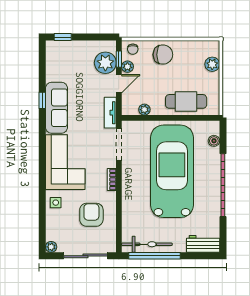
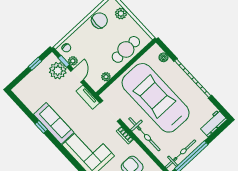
window: (63, 37) -> (35, 64), moved
chair: (163, 55) -> (99, 21), moved
bicycle: (131, 195) -> (144, 134), added

